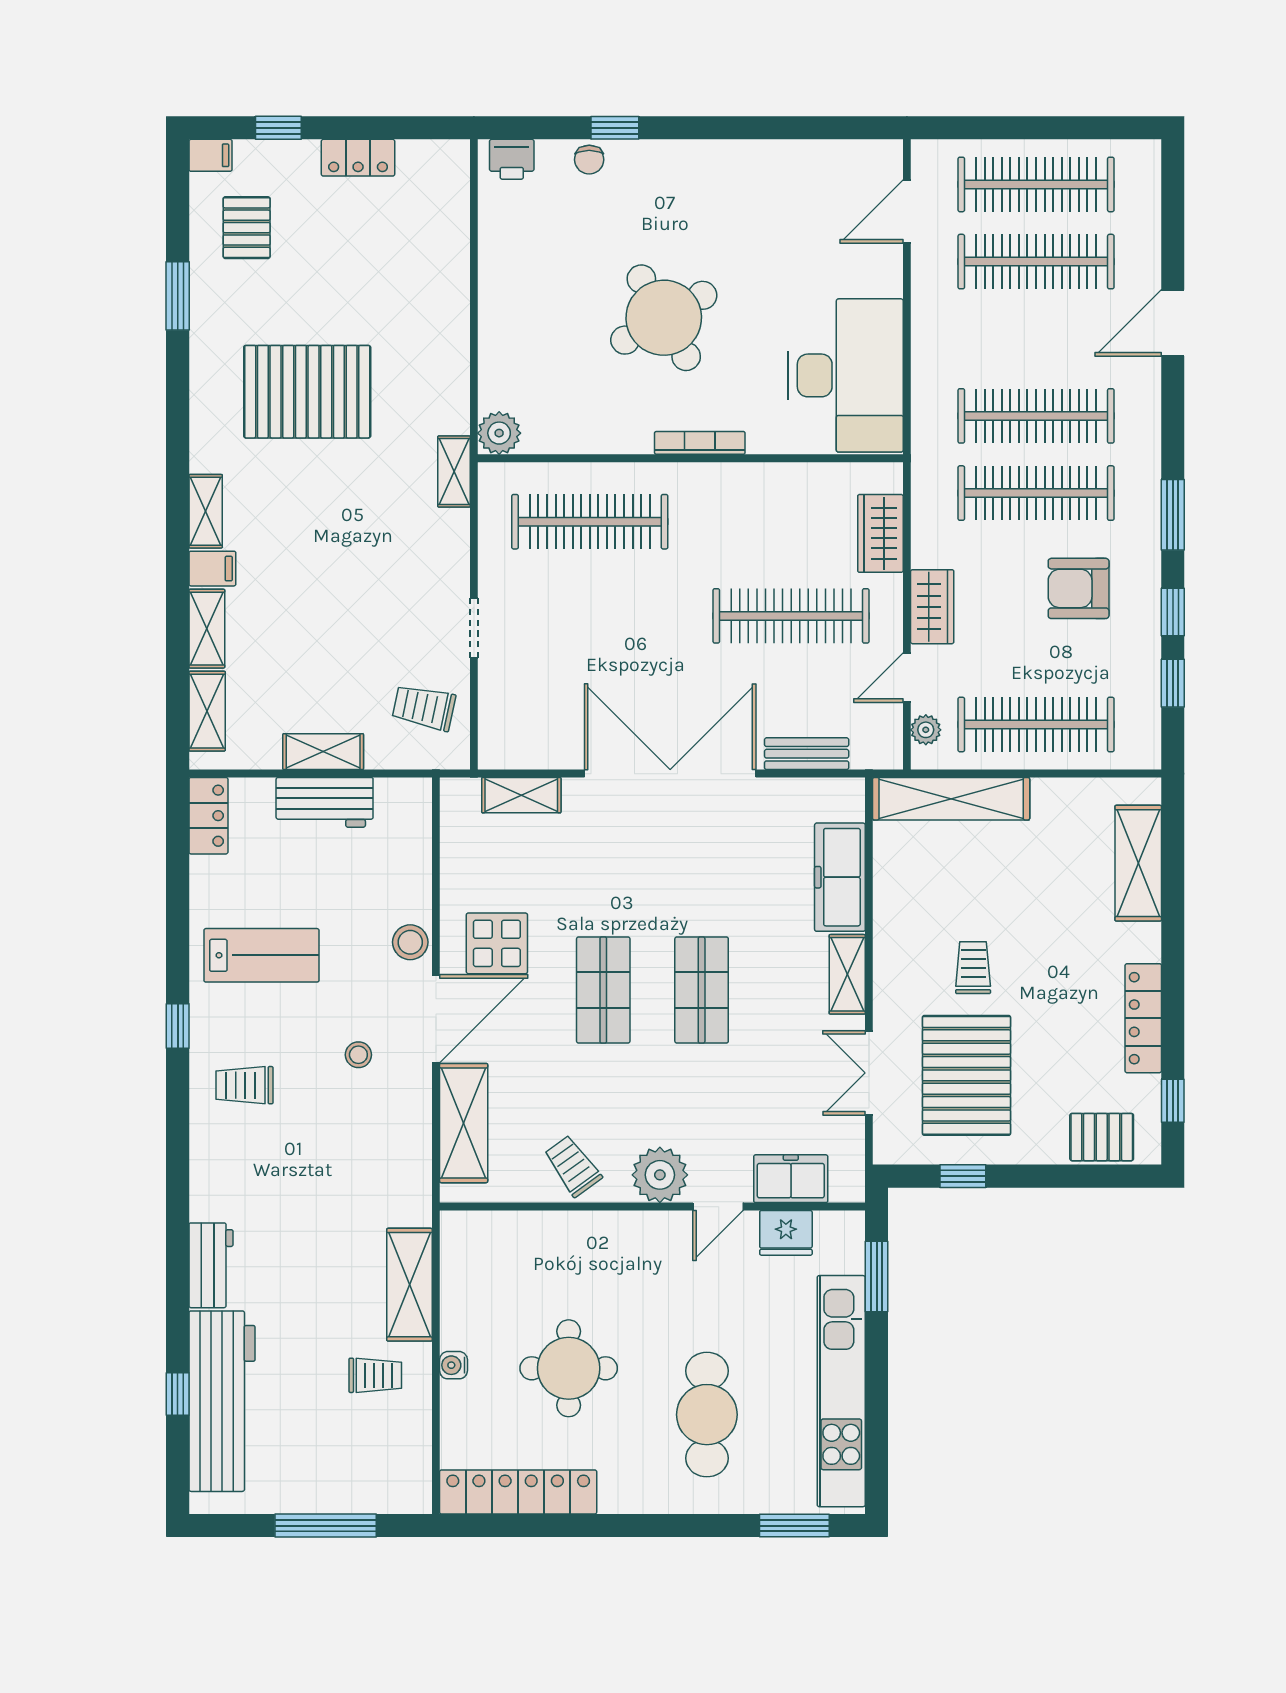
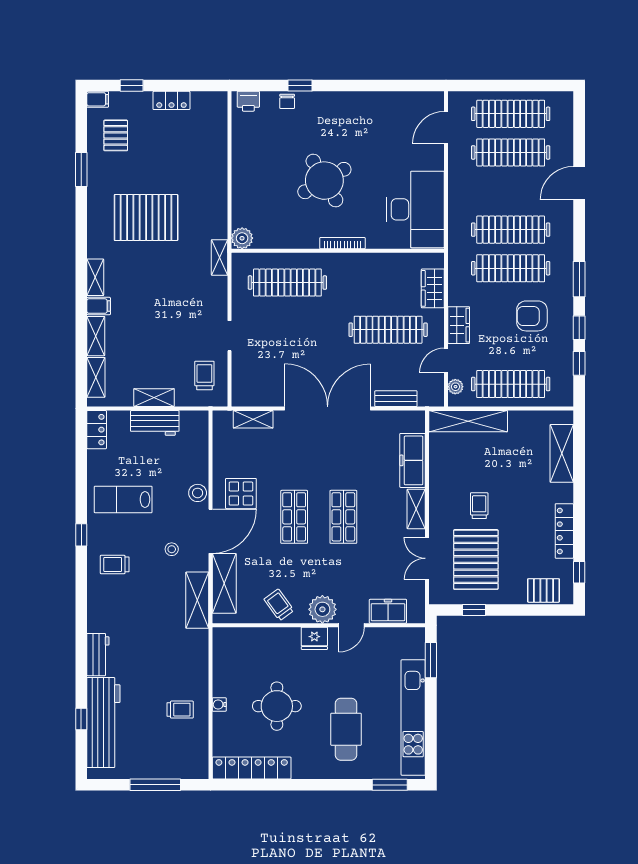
trolley: (424, 707) -> (204, 376), turned 78
lab bench: (261, 955) -> (123, 499), turned 180
fridge: (786, 1233) -> (314, 638), moved
shelving: (410, 1285) -> (197, 600), moved

